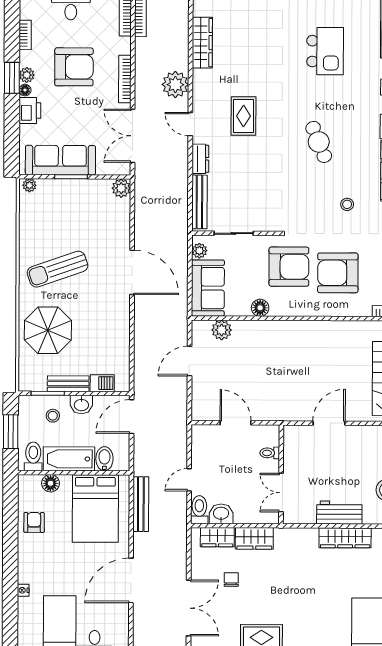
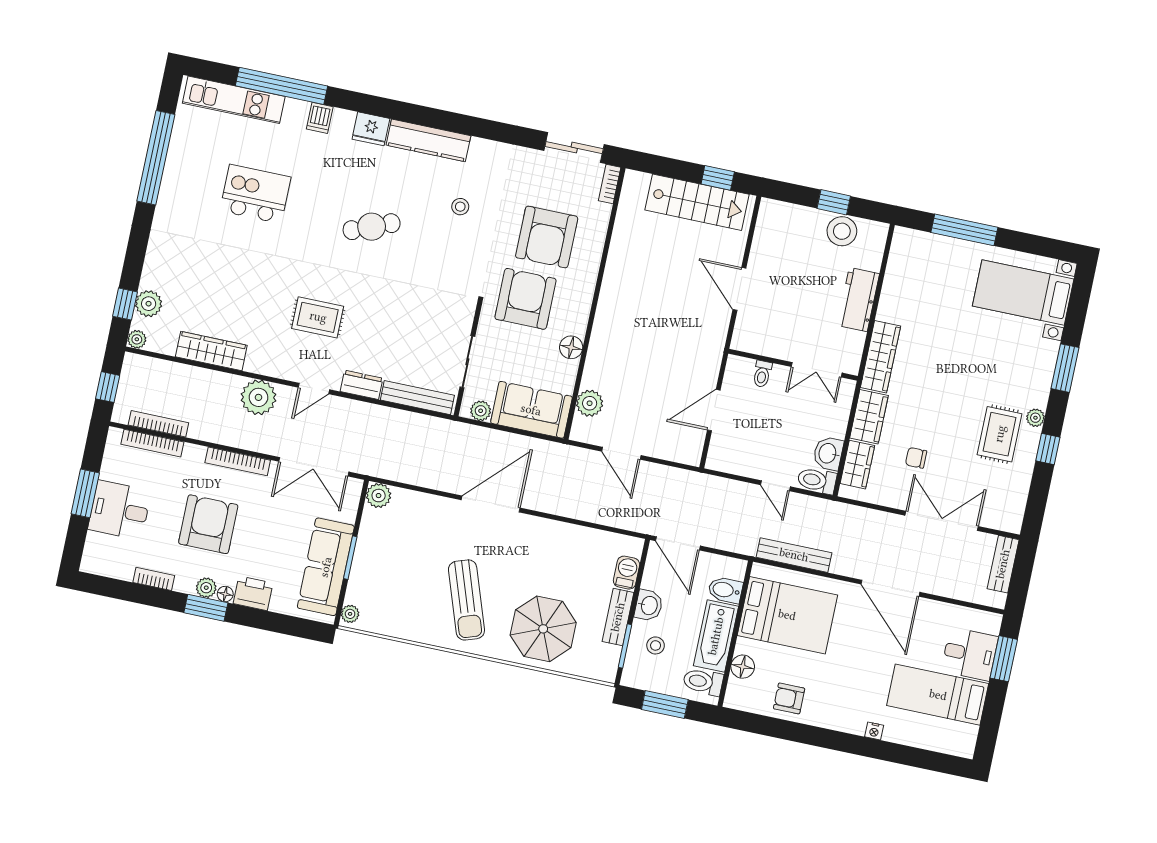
wardrobe: (345, 538) -> (880, 357), moved

